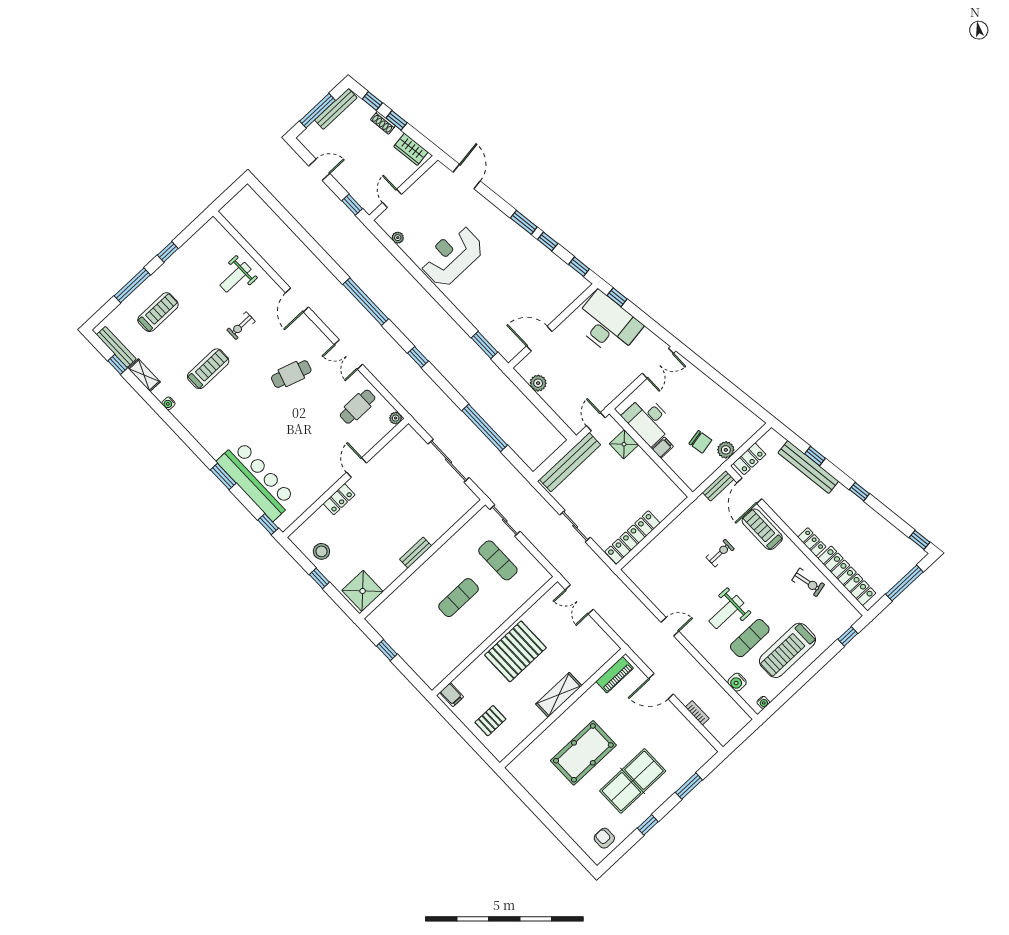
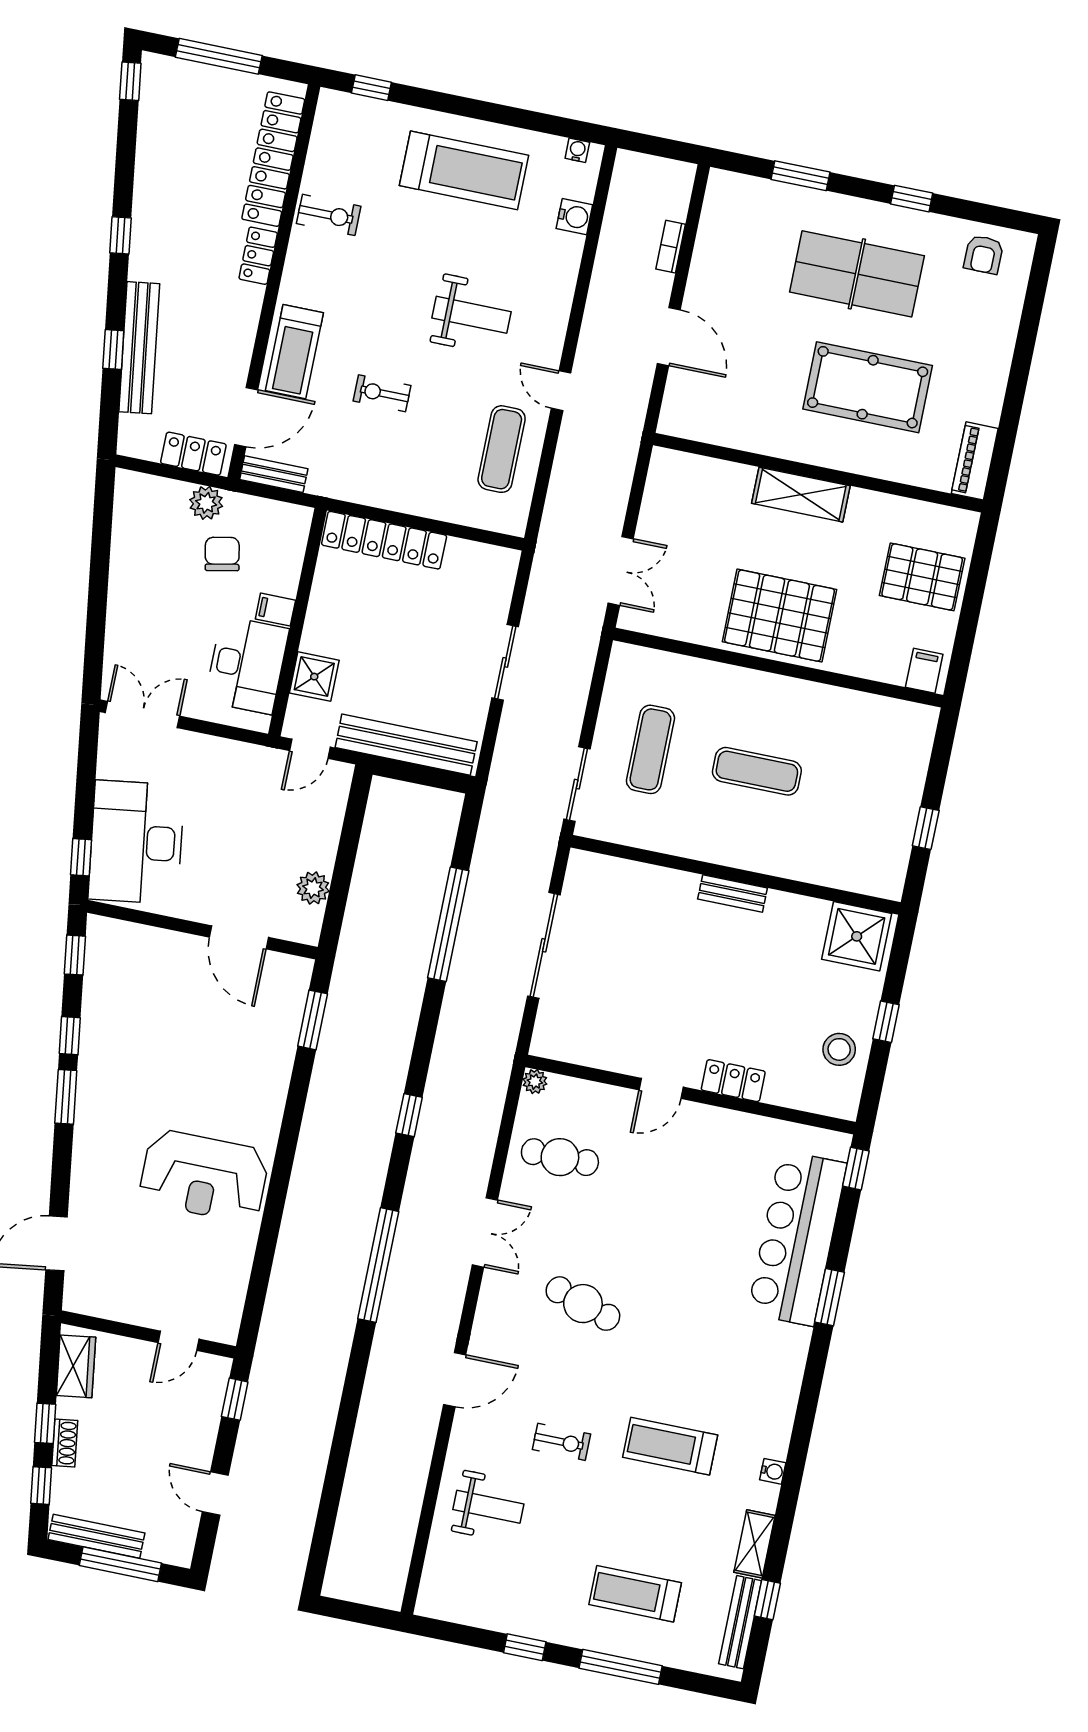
plant: (398, 238) -> (236, 1286), removed
locker: (632, 537) -> (384, 540), moved
exercise bike: (808, 582) -> (329, 215), turned 103
exercise mat: (750, 638) -> (502, 449), moved, turned 90
piano: (615, 675) -> (975, 461), moved, turned -90
pallet: (490, 721) -> (922, 577), width x1.50, depth x1.42

